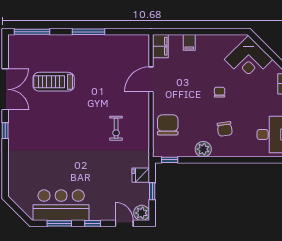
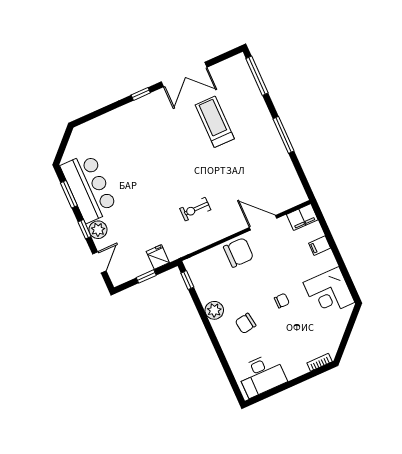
corner desk: (249, 59) -> (329, 292), moved, turned -45
chair: (168, 125) -> (239, 252), moved
plant: (142, 213) -> (98, 230), moved

